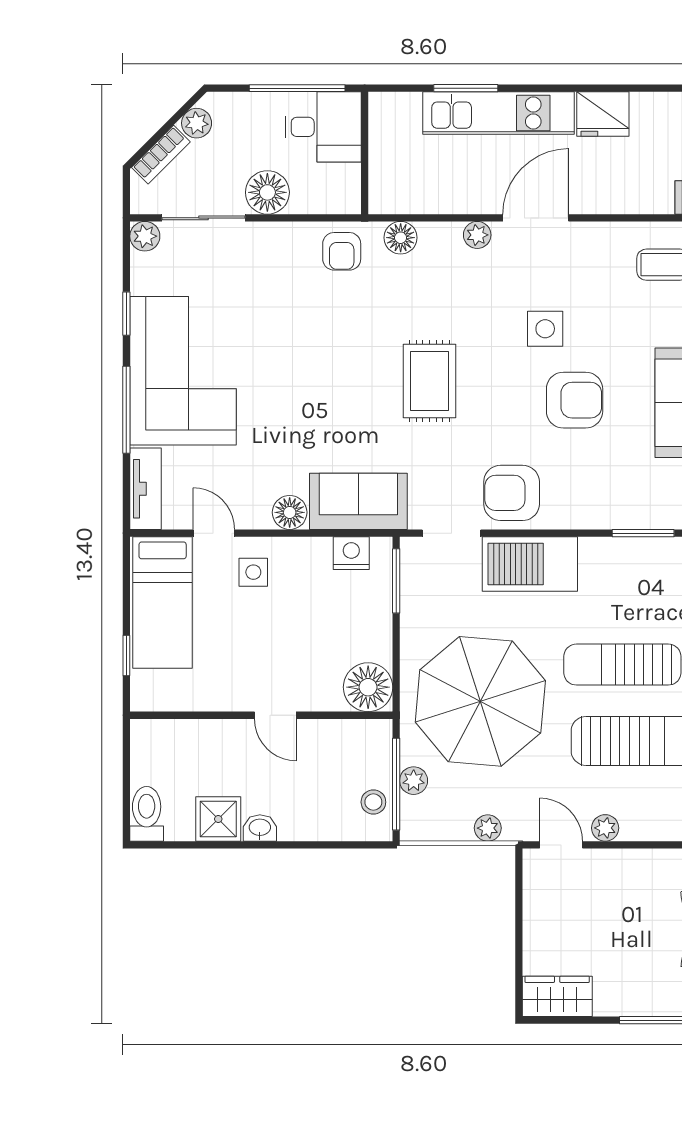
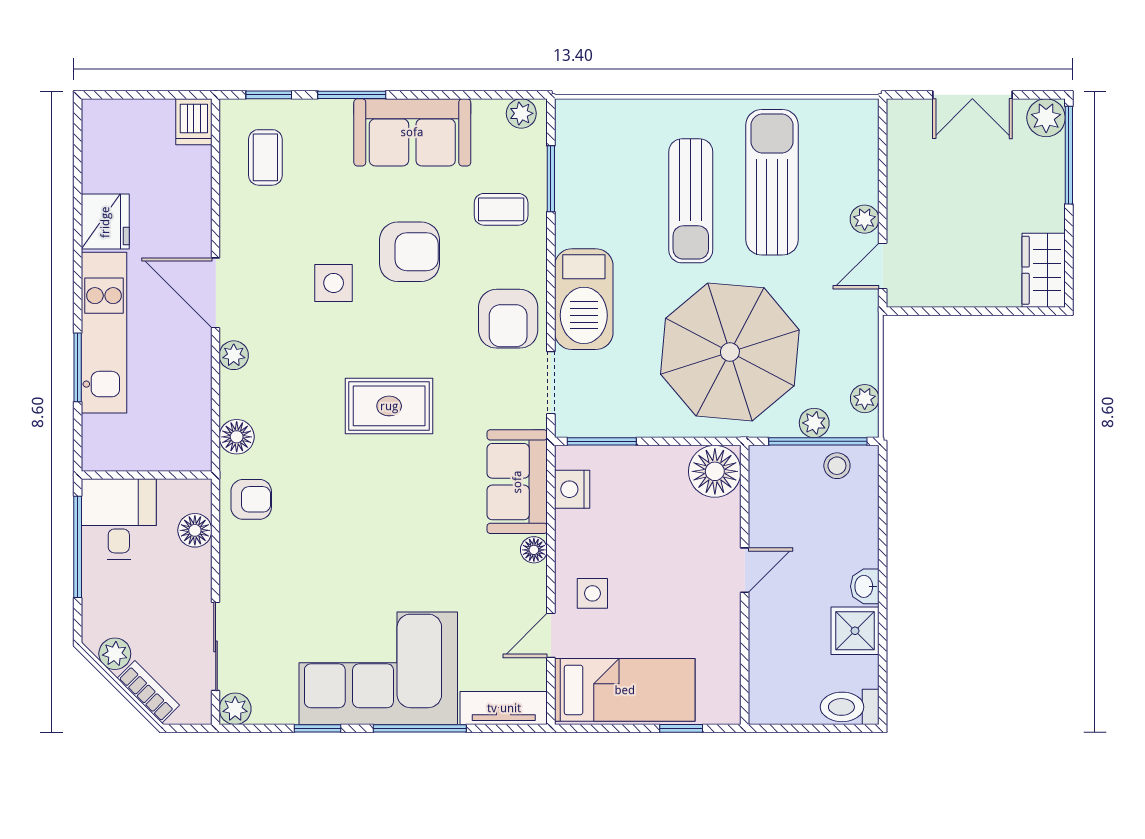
floor lamp: (267, 192) -> (195, 530), moved, width x0.73, depth x0.73
armchair: (575, 400) -> (409, 252), turned 90
coffee table: (614, 486) -> (501, 209), added
floor lamp: (290, 512) -> (534, 550), width x0.73, depth x0.73
plant: (488, 828) -> (865, 399), moved

